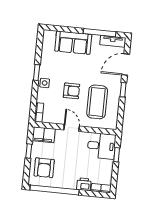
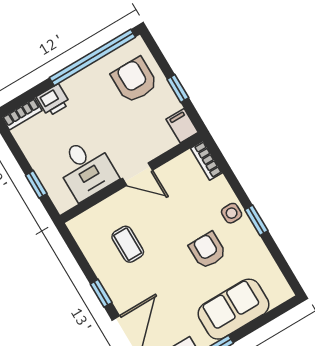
armchair: (72, 91) -> (207, 250), moved, turned 90
coffee table: (97, 102) -> (128, 244), width x0.54, depth x0.58
filing cabinet: (44, 135) -> (182, 126), width x0.50
desk: (102, 146) -> (86, 169), moved, turned -90

